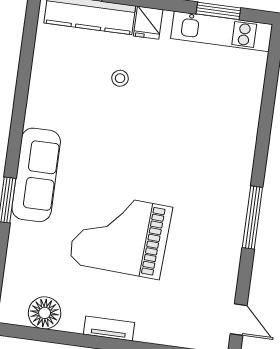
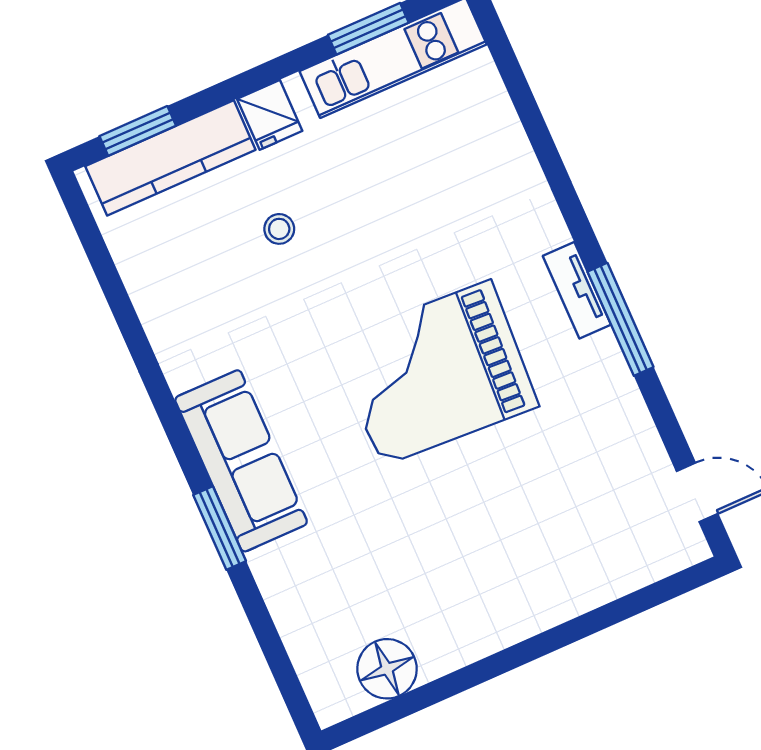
grand piano: (120, 235) -> (436, 373), moved
tv unit: (109, 328) -> (577, 290), moved, turned -90

